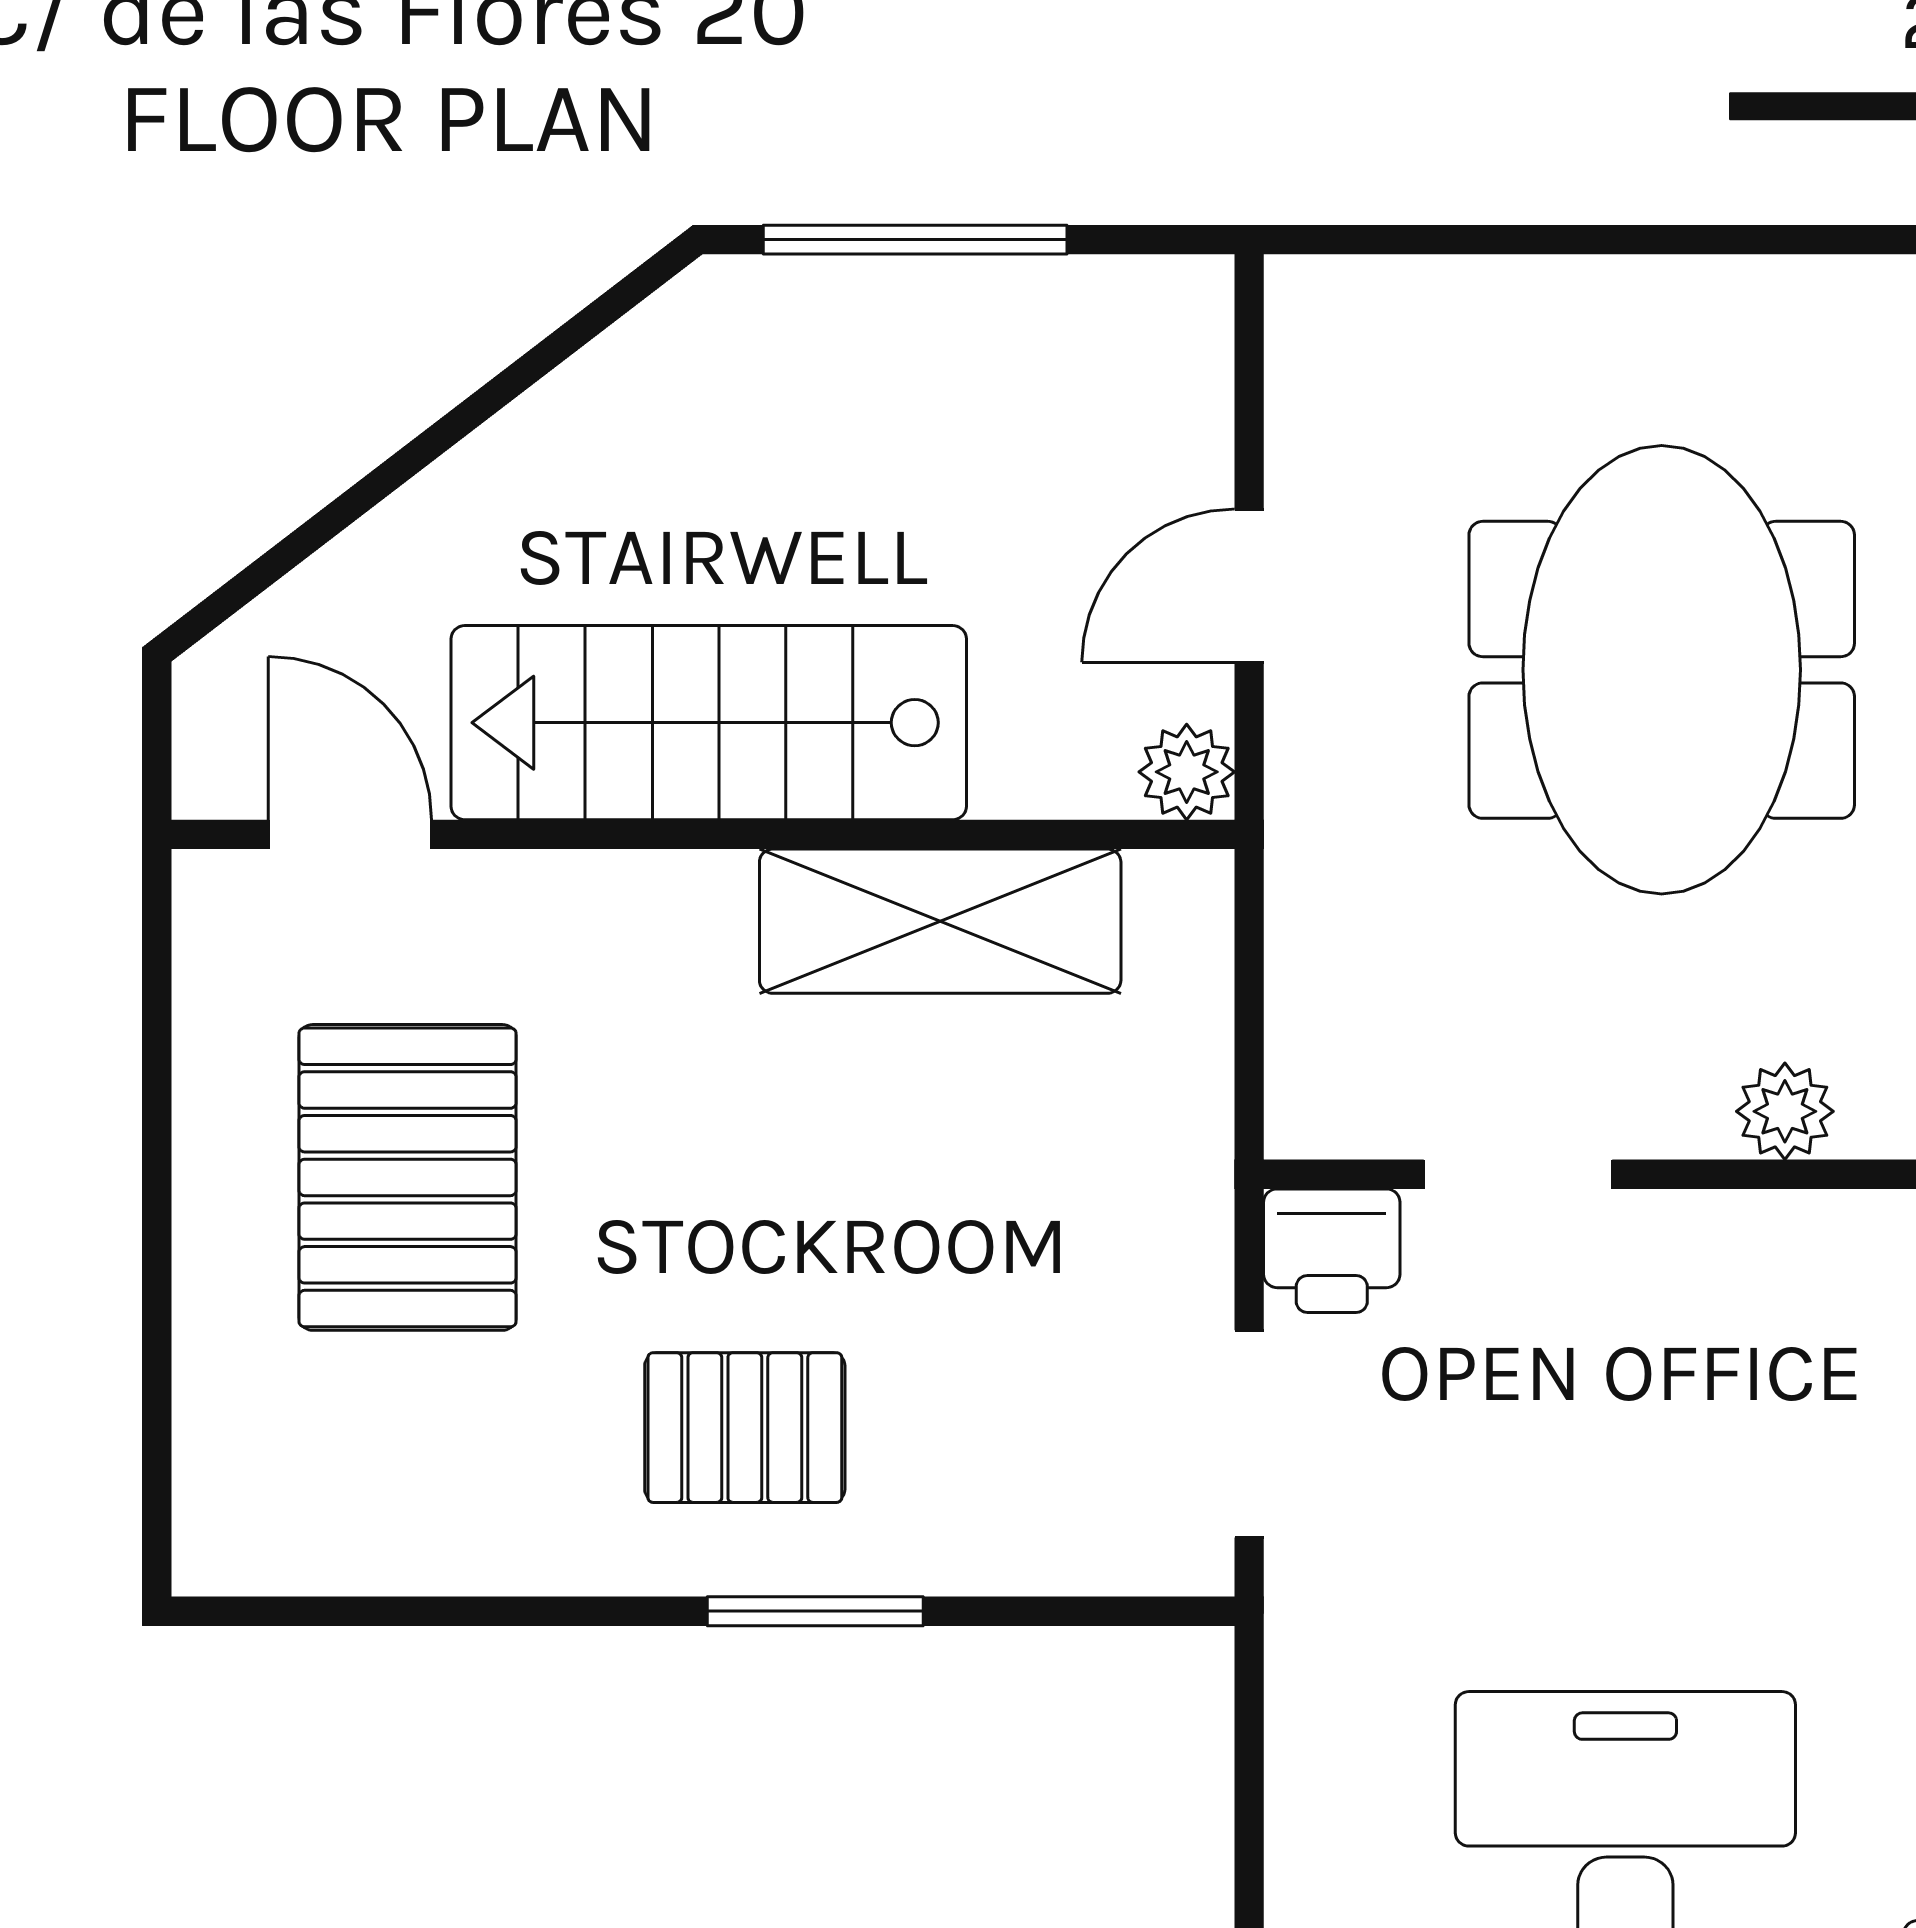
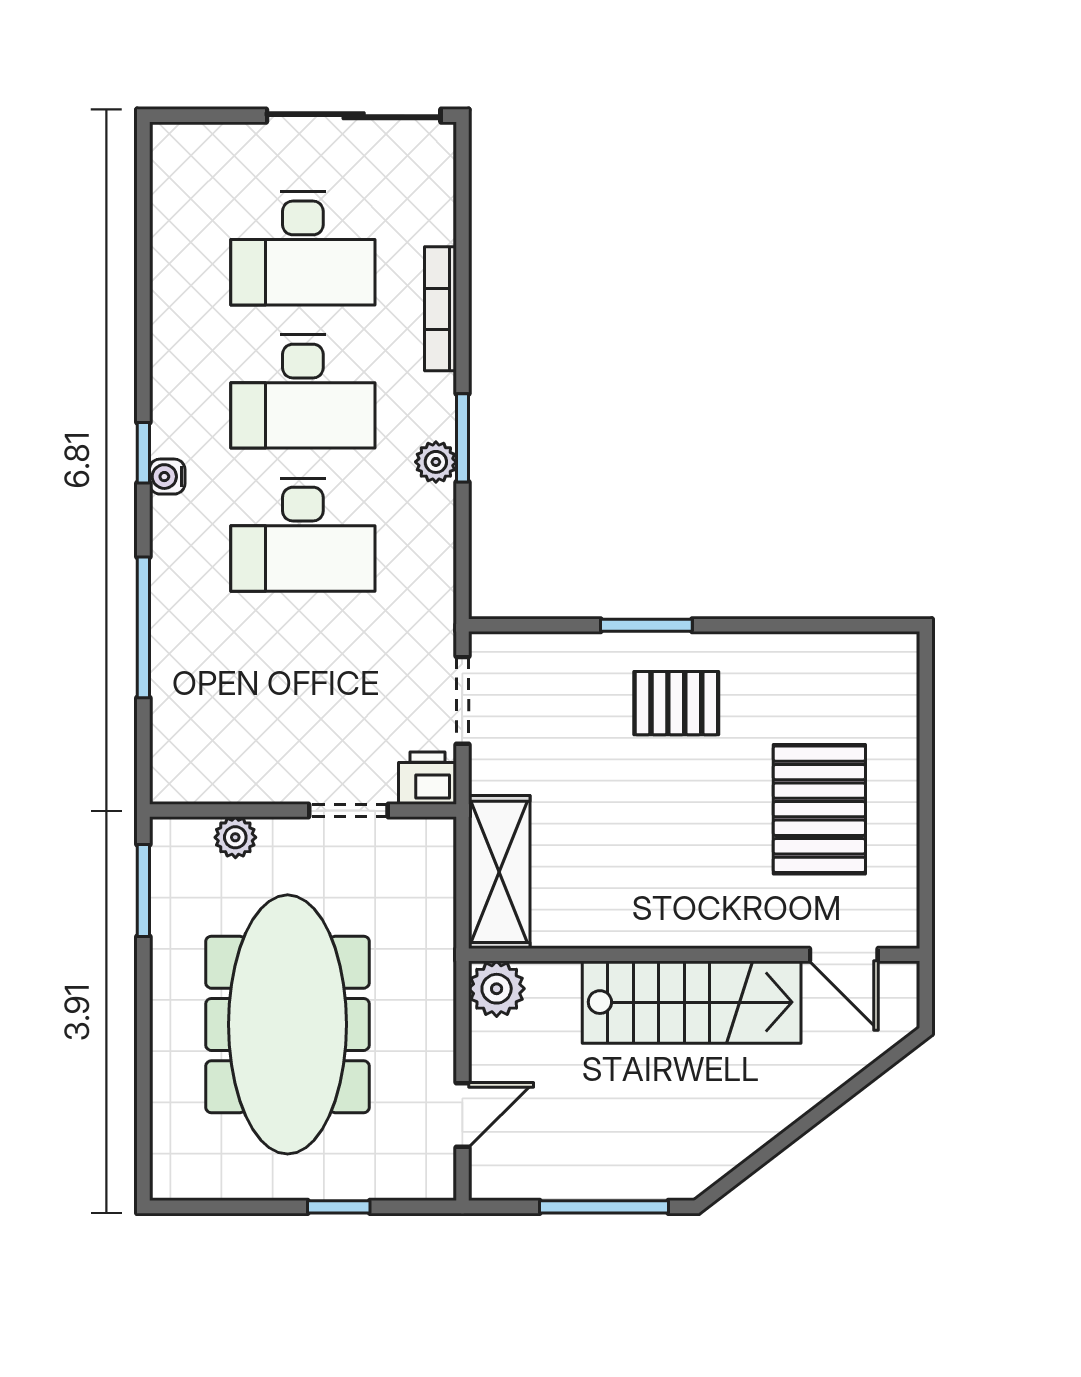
window: (1541, 240) -> (339, 1207), added
door: (1249, 586) -> (462, 1115), moved
meeting table: (1662, 670) -> (288, 1024), width x1.36
plant: (1187, 772) -> (497, 989), width x1.38, depth x1.38
shelving: (940, 921) -> (499, 872), moved, turned 90

